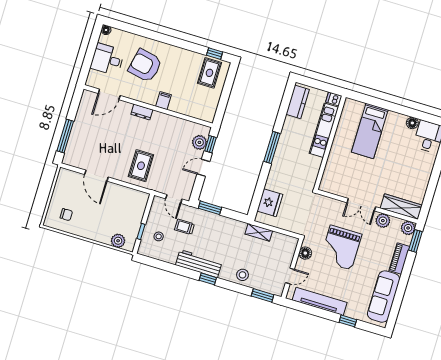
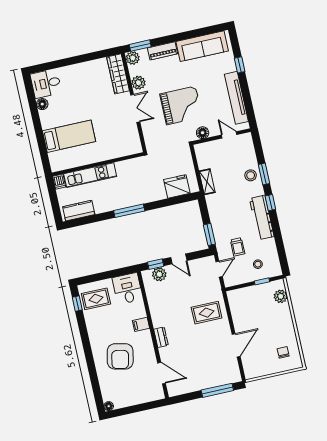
desk: (107, 59) -> (127, 289), moved, turned 180
window: (263, 295) -> (264, 174), moved

